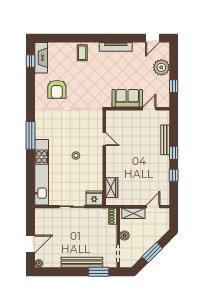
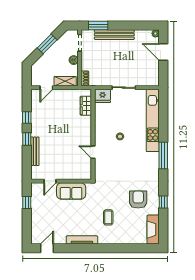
coffee table: (82, 53) -> (108, 217), moved
window: (30, 61) -> (163, 202), moved
plant: (161, 67) -> (39, 220), removed
door: (30, 244) -> (163, 52), hinge flipped

